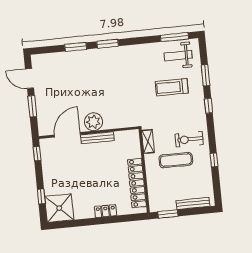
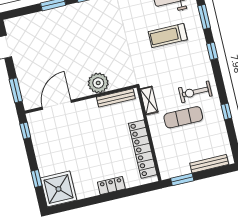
window: (32, 106) -> (16, 90), moved
plant: (93, 122) -> (98, 83), moved
bench: (97, 138) -> (116, 98), moved

